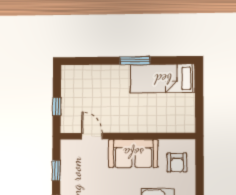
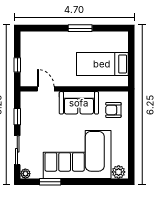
bed: (163, 79) -> (102, 64), moved
armchair: (177, 162) -> (113, 110), turned 90

